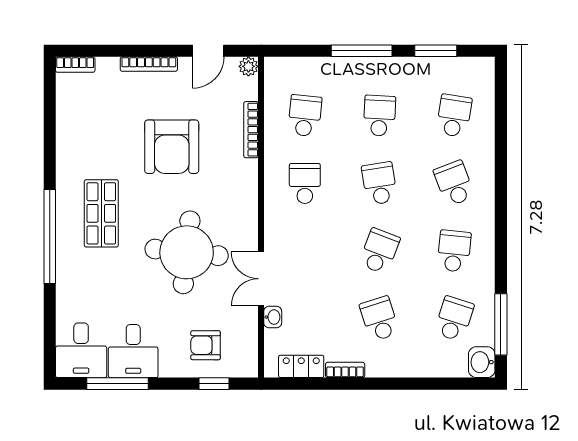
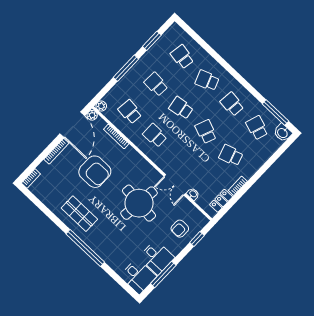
door: (208, 51) -> (72, 125), width x1.88
plant: (274, 67) -> (101, 106), added
shop shelf: (101, 213) -> (79, 214), moved

